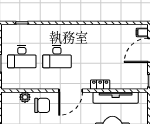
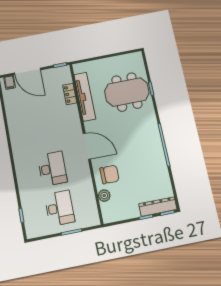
locker: (100, 85) -> (70, 94), moved
chair: (42, 105) -> (110, 174), turned 90

